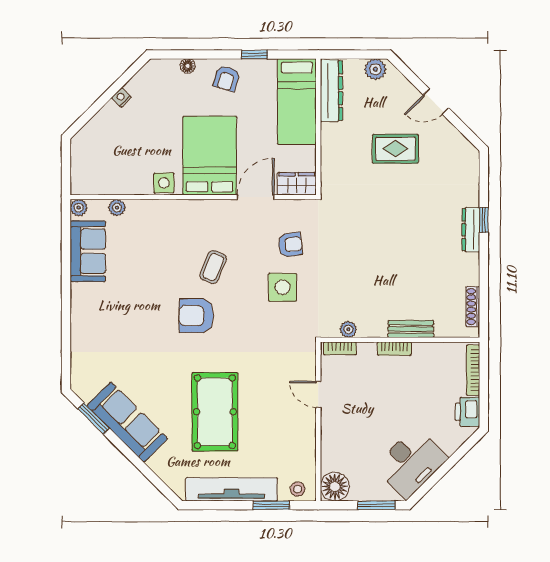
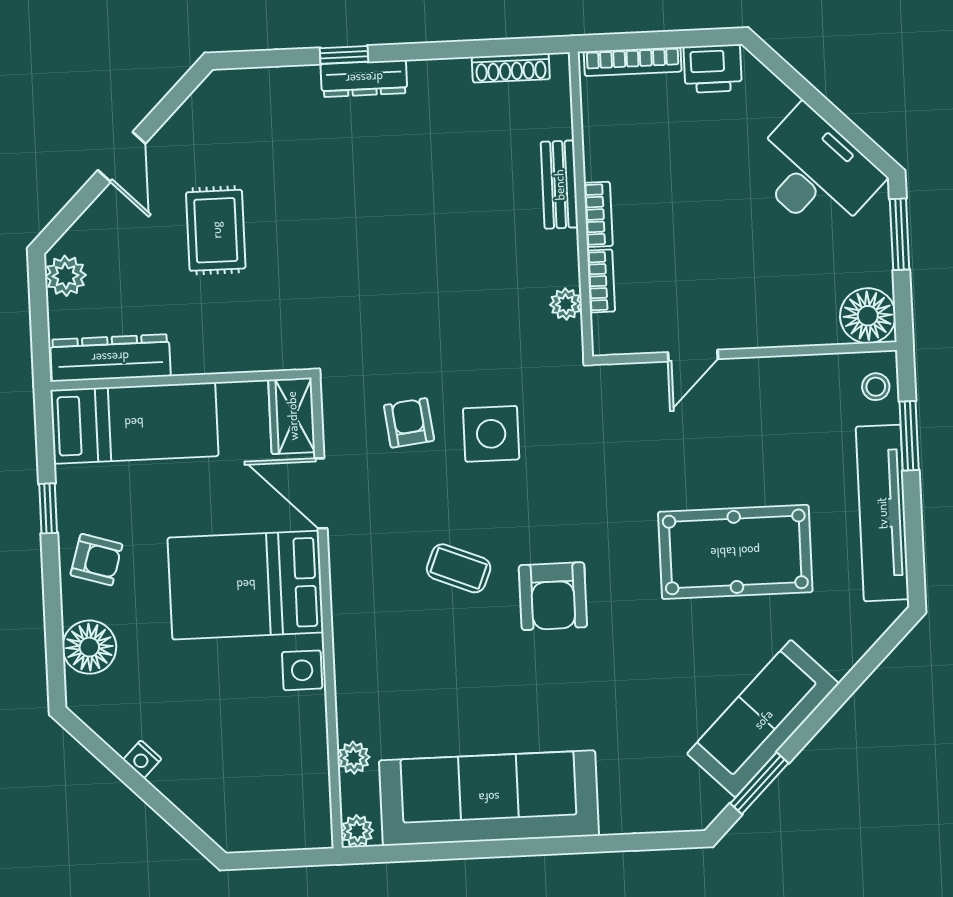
floor lamp: (188, 66) -> (89, 647), width x1.89, depth x1.89
sofa: (88, 251) -> (489, 798), width x1.85, depth x1.27
bookcase: (340, 348) -> (601, 281), moved

